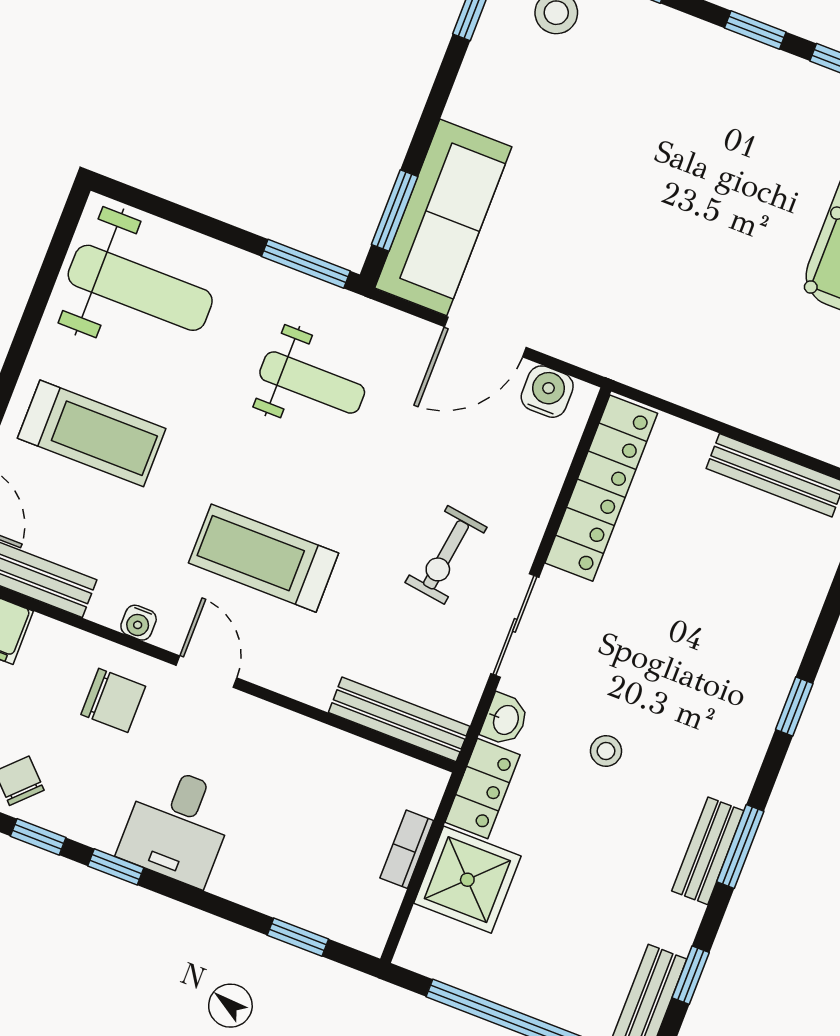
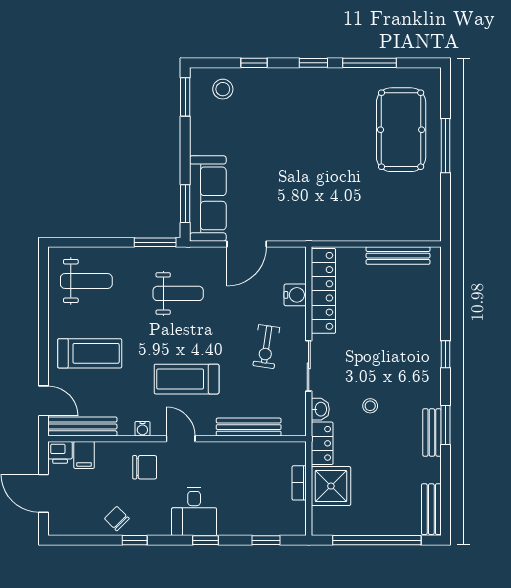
weight bench: (140, 288) -> (86, 281), width x0.73, depth x0.75
water cooler: (547, 392) -> (295, 295), moved, turned 90
bench: (399, 719) -> (249, 427), moved
window: (116, 867) -> (205, 540), moved
window: (691, 975) -> (445, 490), removed

